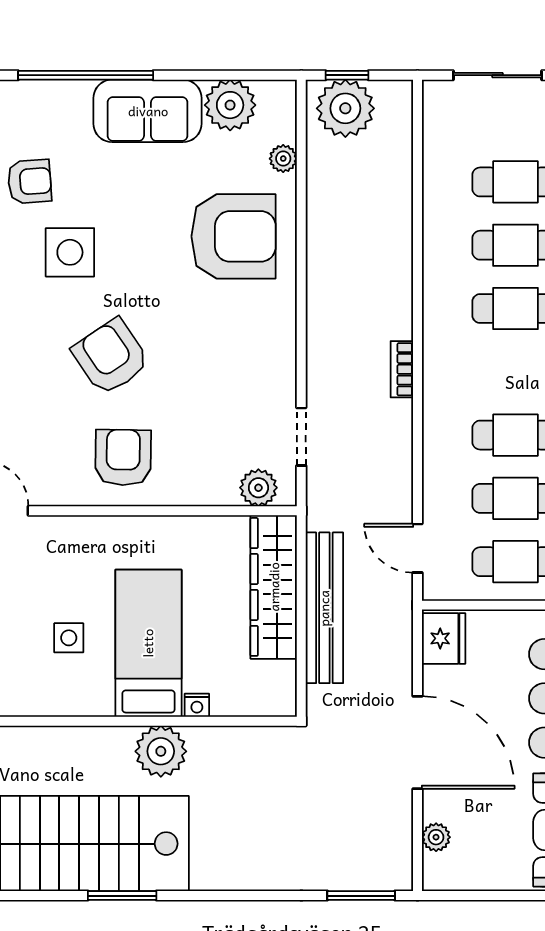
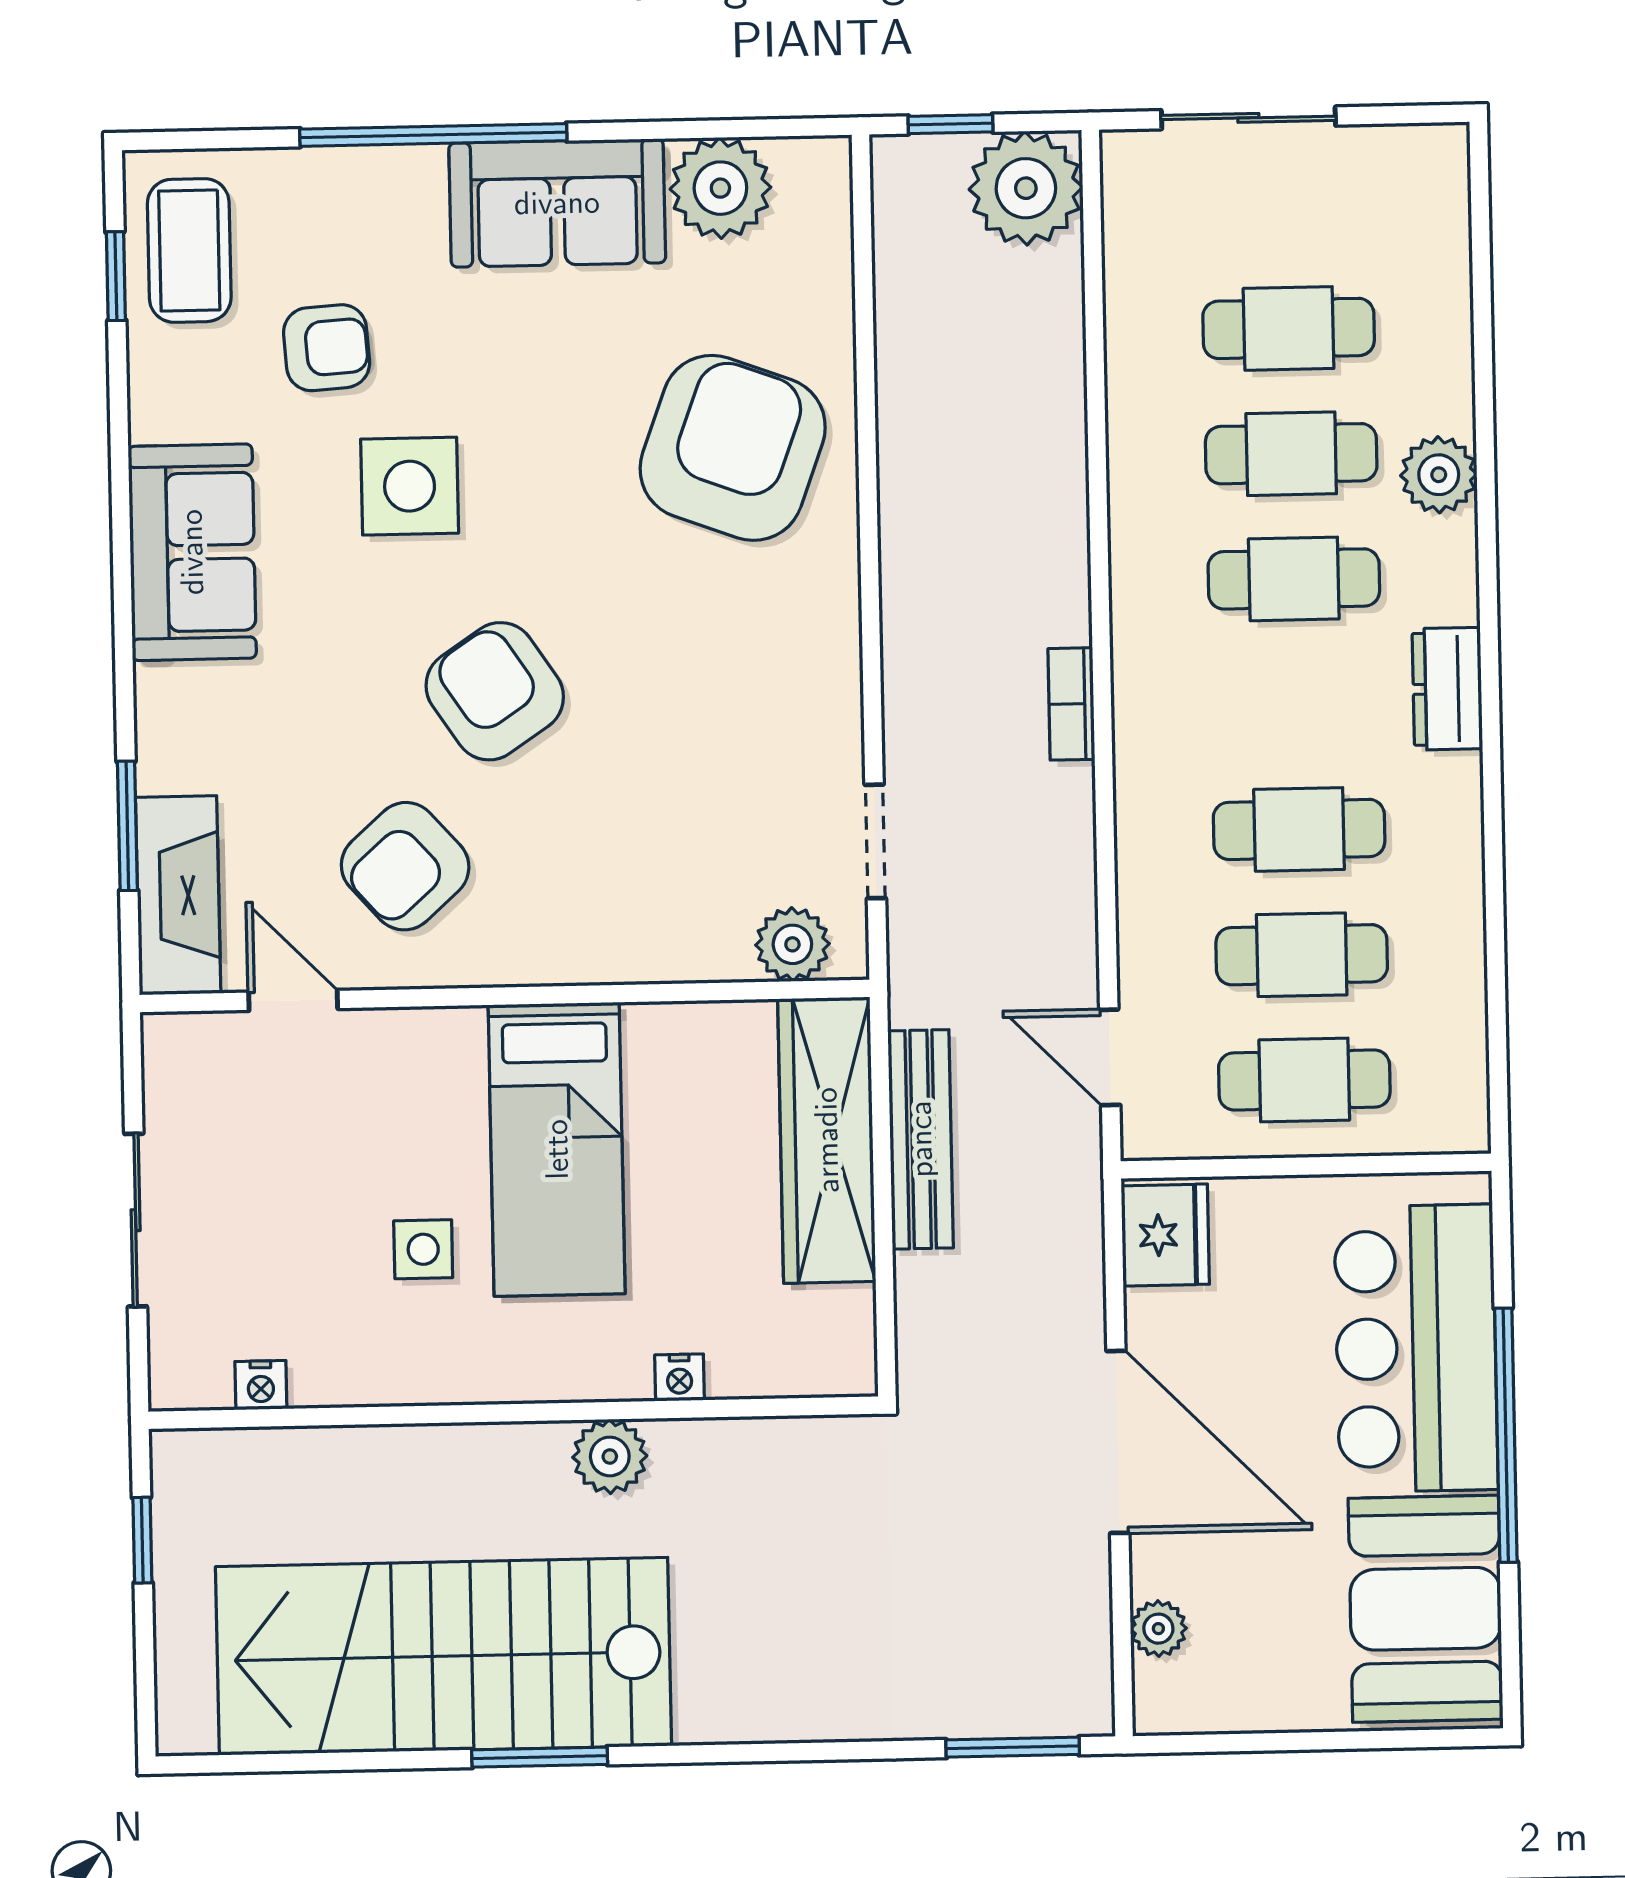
plant: (345, 108) -> (1026, 188), moved
plant: (283, 159) -> (828, 292), removed
armchair: (234, 236) -> (733, 448), turned -70
armchair: (123, 457) -> (405, 866), moved, turned -133
bench: (324, 608) -> (921, 1139), width x0.73, depth x0.82
bed: (148, 643) -> (557, 1149), moved, turned 180
plant: (161, 751) -> (610, 1456), width x0.73, depth x0.73

